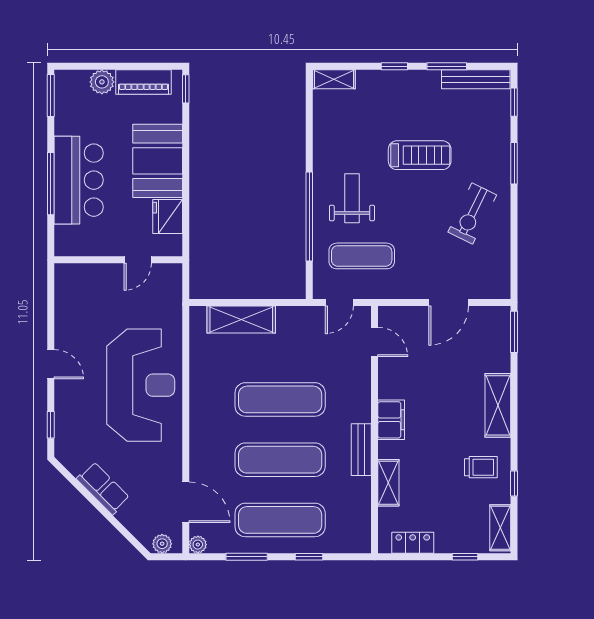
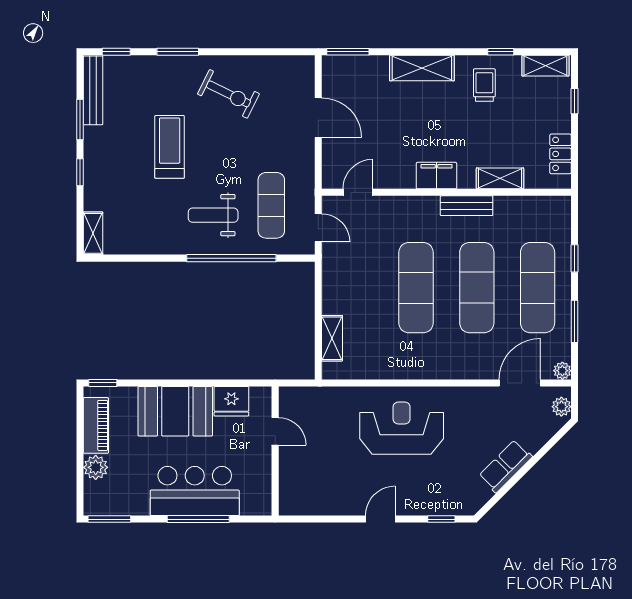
shelving: (241, 320) -> (332, 338), width x0.67, depth x0.75
reception desk: (141, 385) -> (402, 428), width x0.74, depth x0.77

